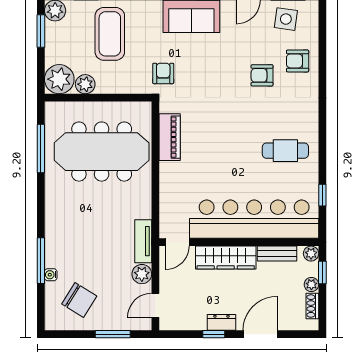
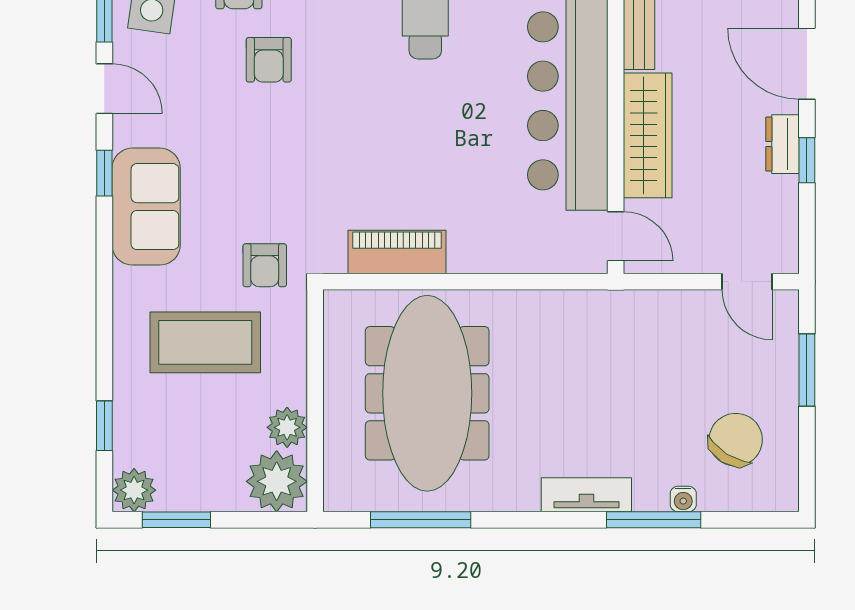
coffee table: (110, 34) -> (205, 342), moved
armchair: (163, 73) -> (265, 265), turned -90
tv unit: (143, 241) -> (586, 495), moved, turned 180
plant: (142, 274) -> (682, 310), removed

